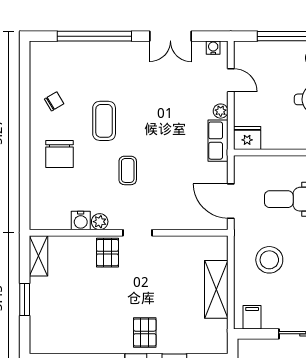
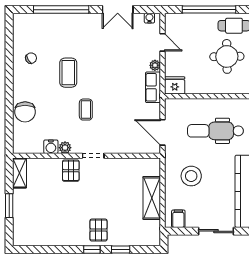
chair: (60, 154) -> (25, 112), moved

